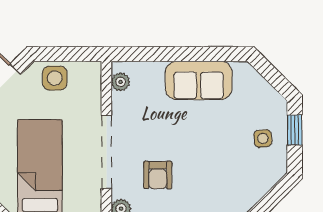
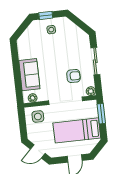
side table: (55, 78) -> (38, 117), moved
sofa: (199, 80) -> (29, 75), moved

